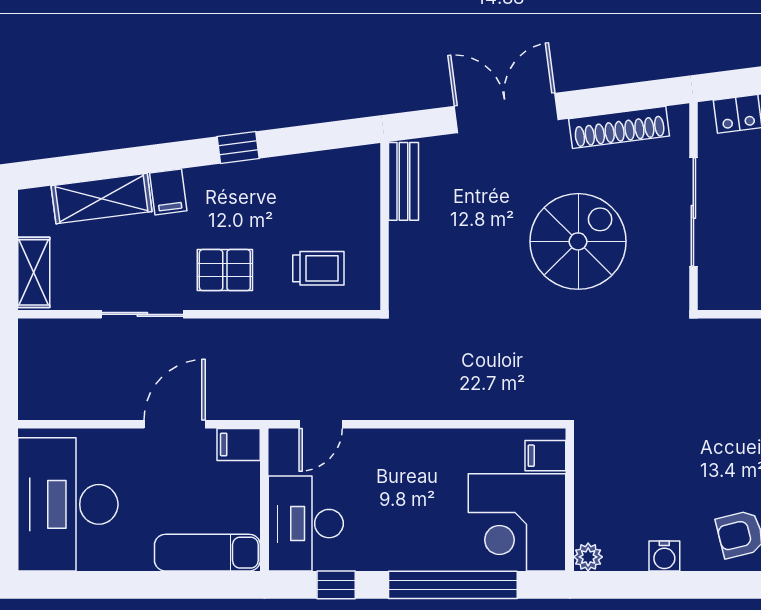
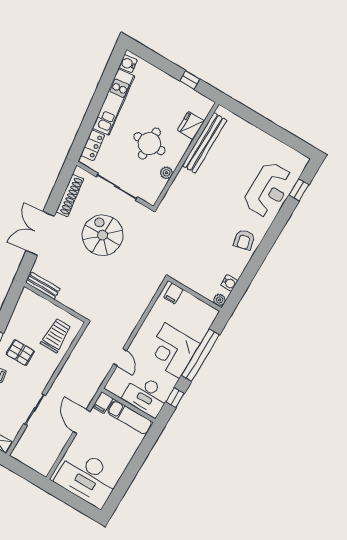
trolley: (318, 268) -> (56, 335), width x1.36, depth x1.39
pallet: (225, 270) -> (20, 353), moved, turned 90
door: (321, 424) -> (120, 357), moved
corner desk: (517, 522) -> (172, 351), moved, turned 90
exam couch: (207, 553) -> (130, 417), moved, turned -90
water cooler: (664, 556) -> (229, 283), moved

